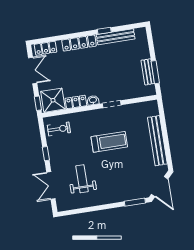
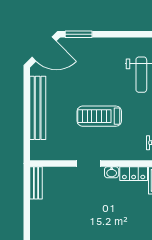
bench: (148, 72) -> (36, 183), moved
window: (155, 72) -> (27, 195), removed
door: (160, 187) -> (44, 49), swing flipped

